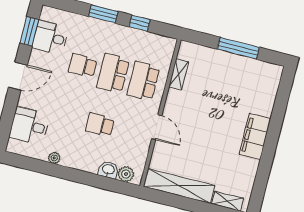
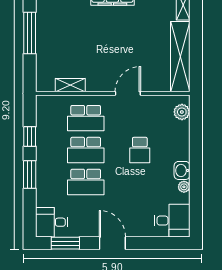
desk: (50, 38) -> (52, 222), moved, turned 90
school desk: (83, 65) -> (86, 182), width x1.85
desk: (29, 126) -> (172, 221), moved, turned -90
washbasin: (108, 170) -> (182, 170), moved

